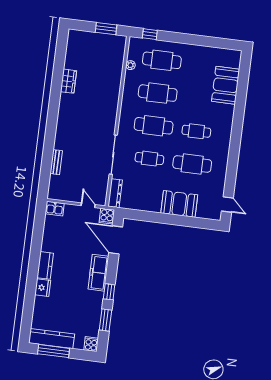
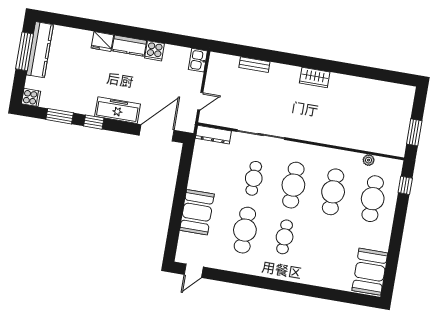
wardrobe: (68, 81) -> (315, 77), moved
booth: (226, 85) -> (370, 272), moved, turned 90
cooker: (107, 216) -> (155, 51), moved, turned -90

